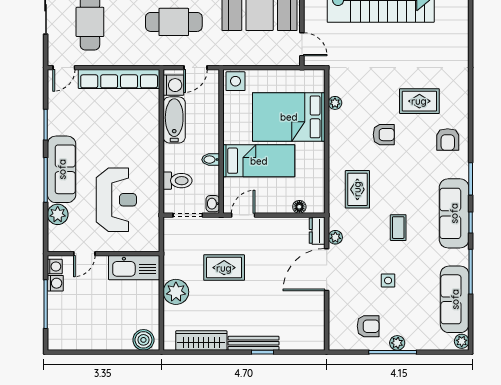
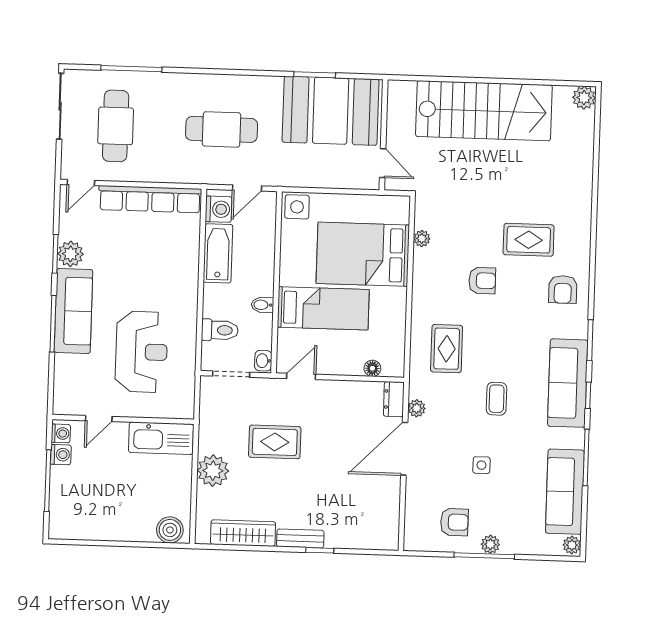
plant: (58, 214) -> (71, 254), moved
bench: (254, 343) -> (300, 538), width x0.73

